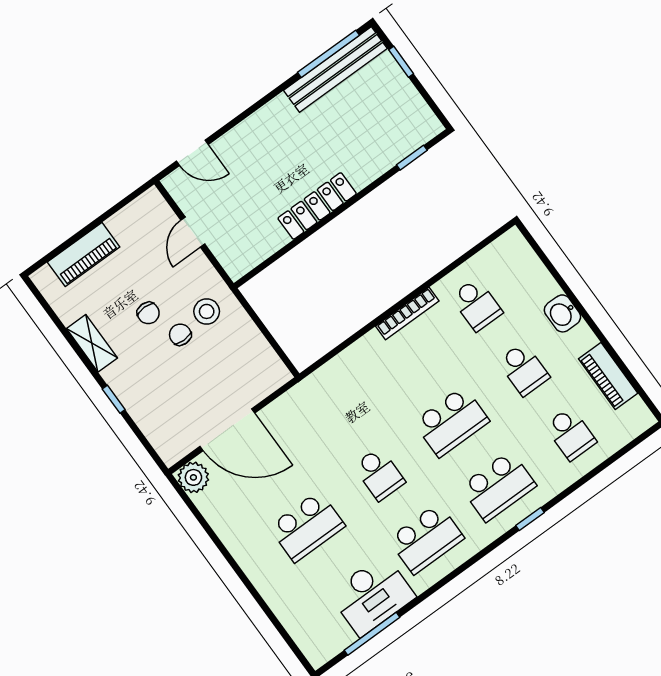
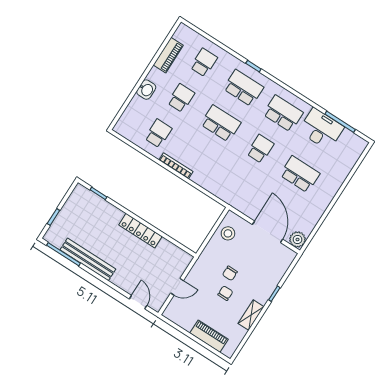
bench: (335, 69) -> (88, 259), moved
stool: (207, 311) -> (228, 233), moved

